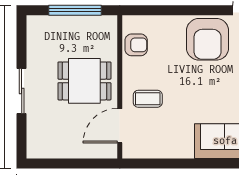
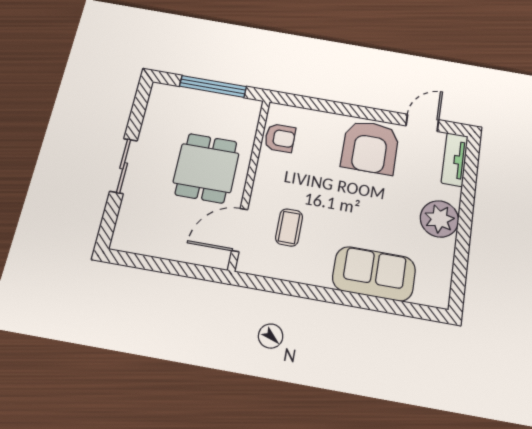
dining table: (84, 81) -> (206, 168), turned 90
coffee table: (148, 99) -> (289, 227), moved, turned 90

